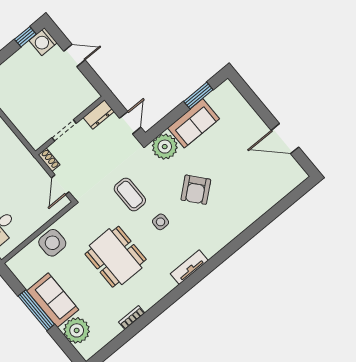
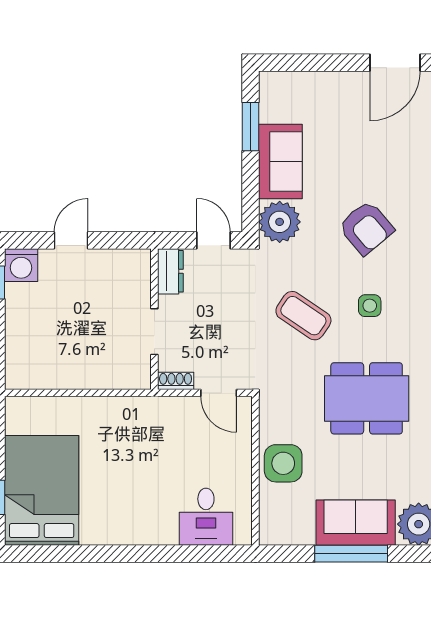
coffee table: (130, 195) -> (303, 316), turned 34

